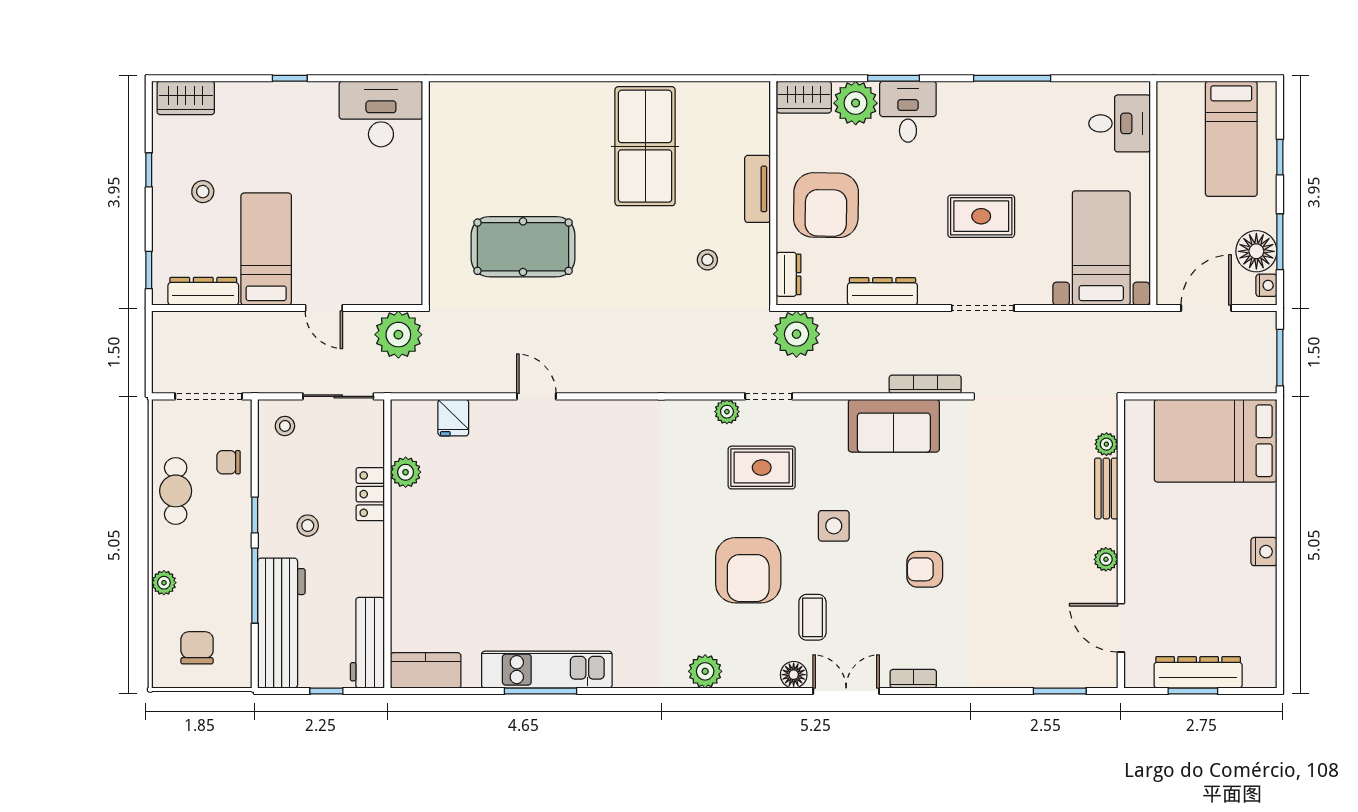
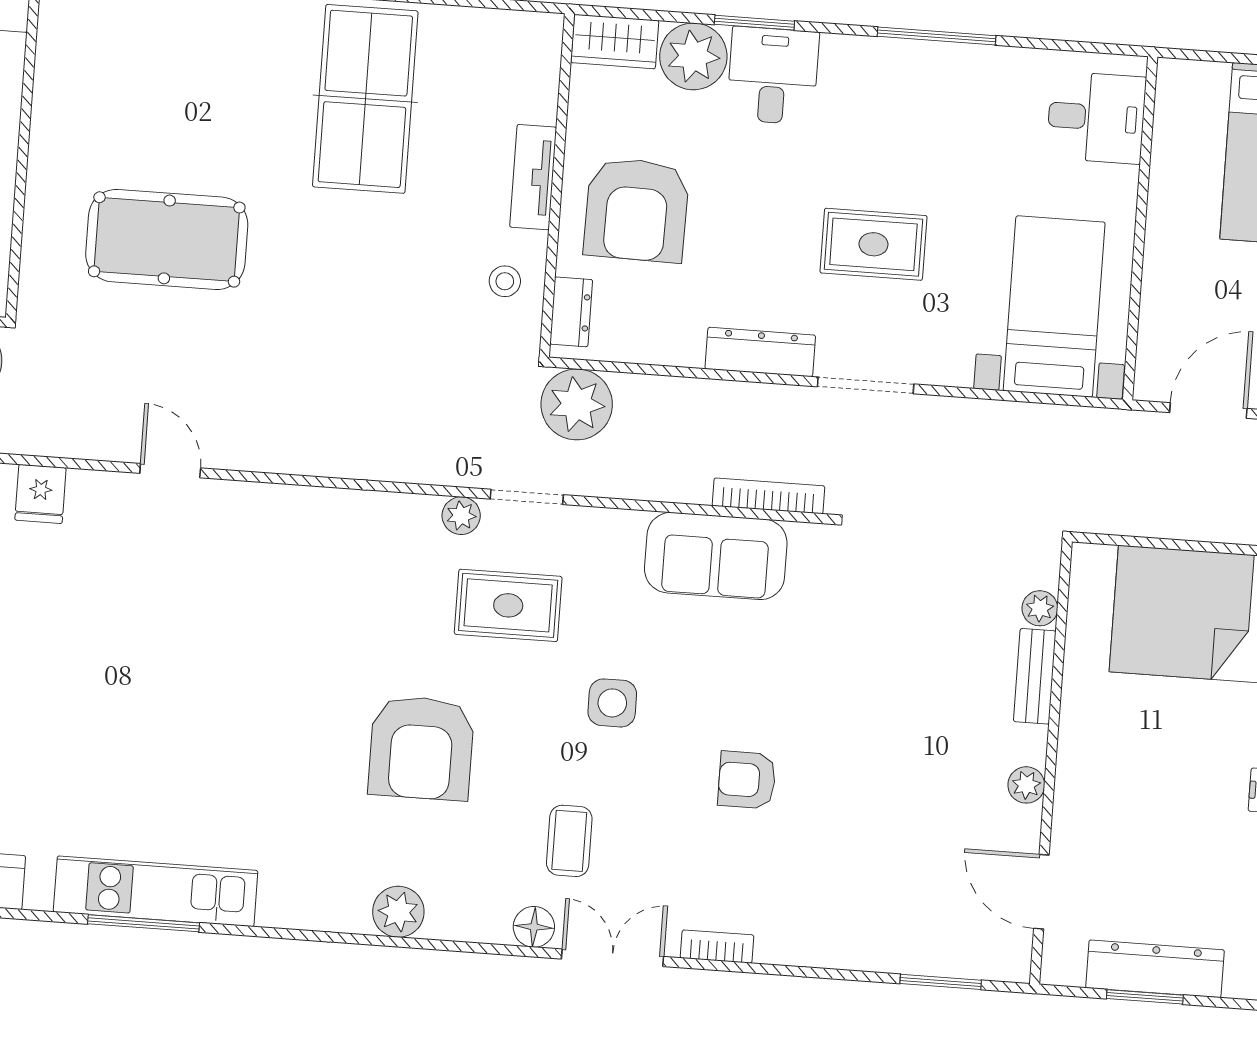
stool: (707, 260) -> (505, 281), moved
dresser: (882, 291) -> (760, 352), moved
armchair: (748, 570) -> (421, 748), moved

